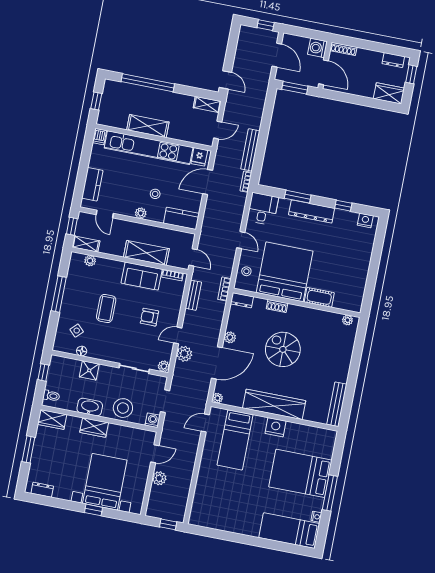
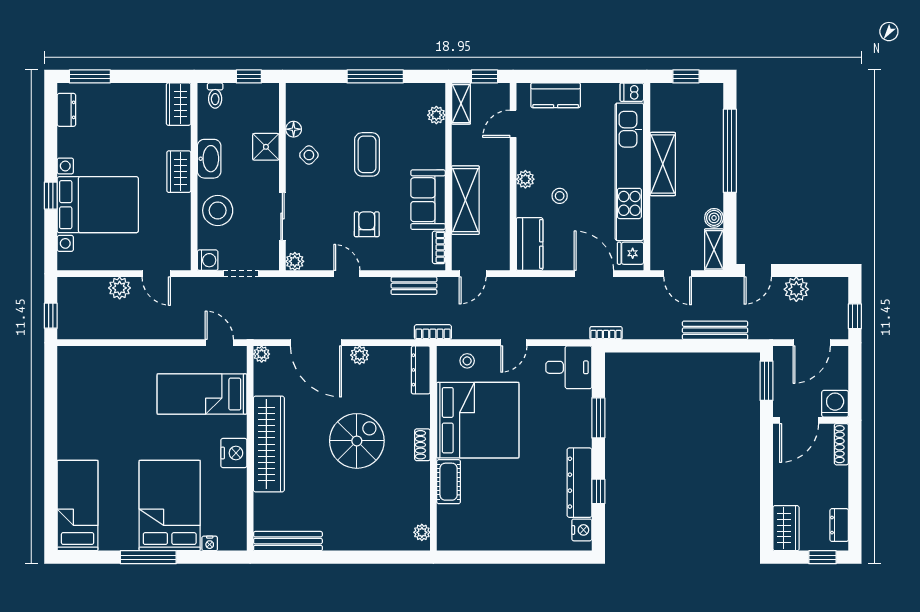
boiler: (187, 101) -> (714, 218), added
bench: (250, 150) -> (715, 330), moved
dresser: (312, 211) -> (579, 483), moved
dresser: (242, 300) -> (421, 370), width x1.44
shoe rack: (277, 306) -> (422, 445), moved
coffee table: (106, 308) -> (367, 154), turned 90
side table: (77, 331) -> (309, 155), moved
plant: (184, 354) -> (796, 289), moved
window: (28, 449) -> (90, 76), moved
nightstand: (316, 517) -> (210, 543), moved

